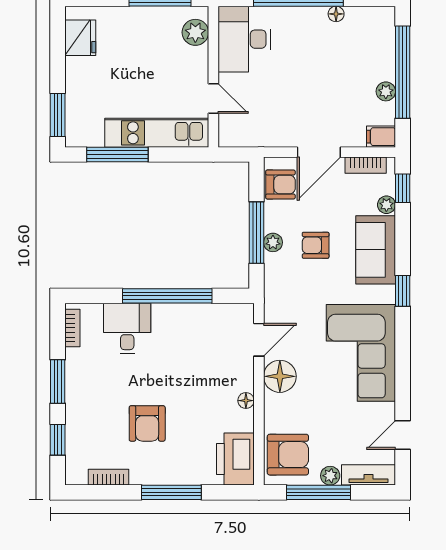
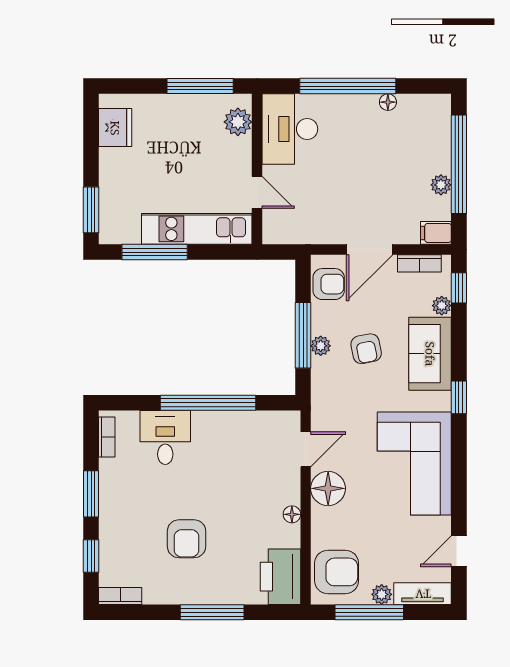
armchair: (316, 245) -> (366, 349), turned -101
bookcase: (109, 477) -> (120, 596), moved

